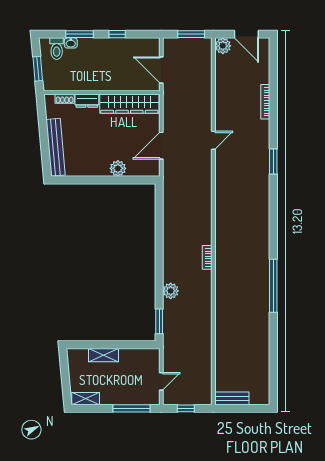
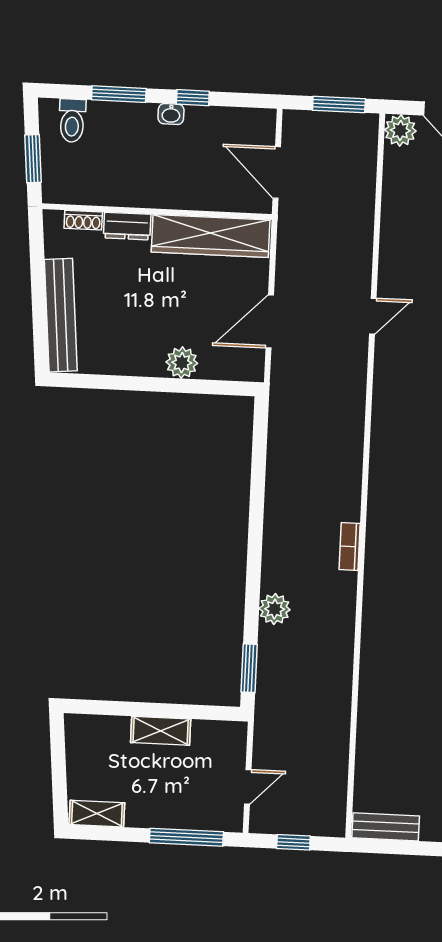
washbasin: (71, 43) -> (171, 114), moved
shelving: (103, 355) -> (161, 731), moved

